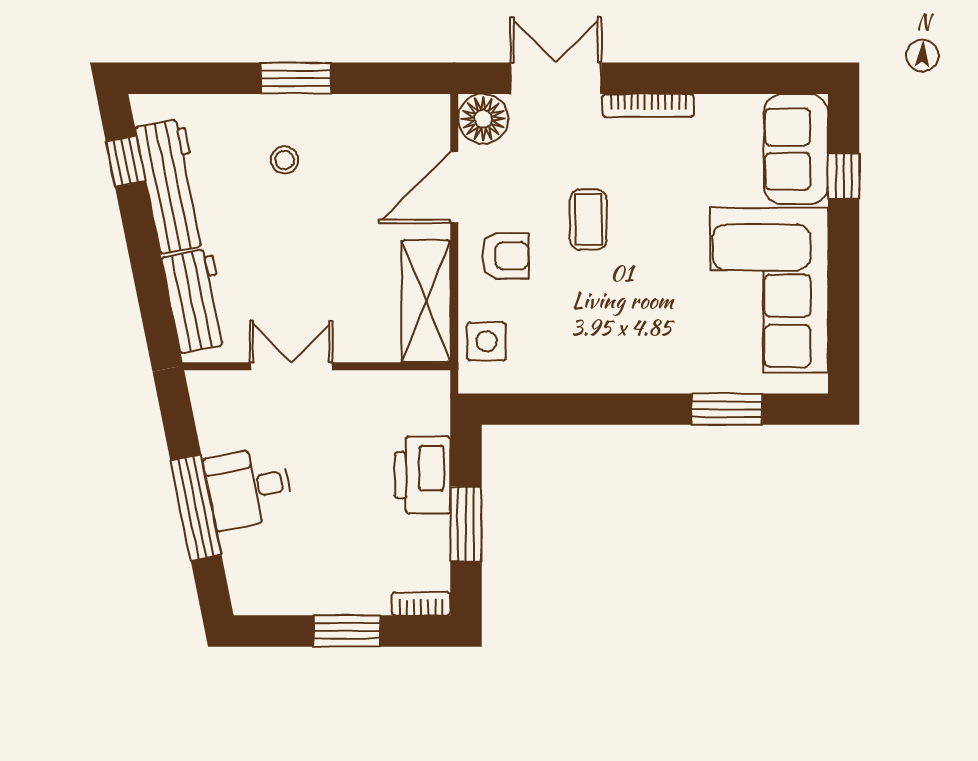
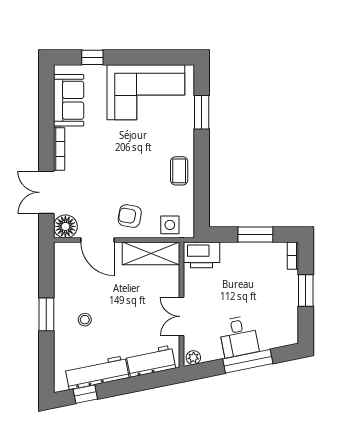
sofa: (796, 149) -> (69, 100), moved, turned -90
coffee table: (588, 220) -> (179, 171), moved, turned 90
armchair: (505, 256) -> (130, 216), turned -80
plant: (204, 392) -> (193, 358), added
printer: (423, 475) -> (202, 255), moved

